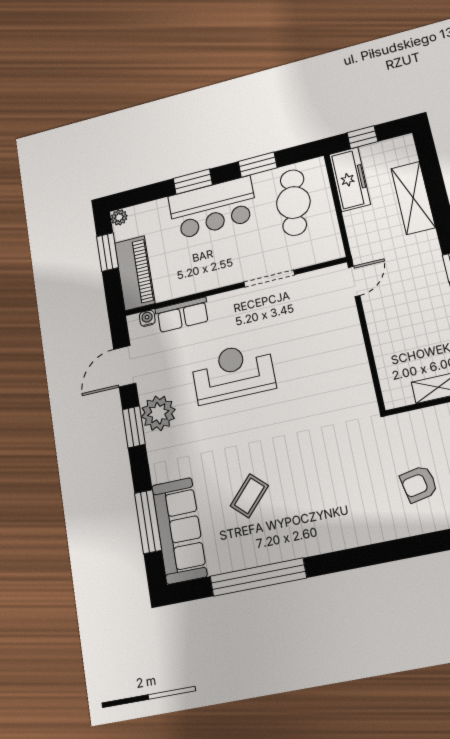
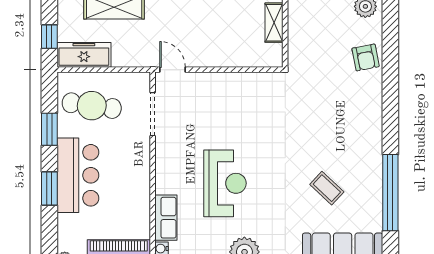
doorway: (269, 278) -> (153, 114), moved
reception desk: (233, 373) -> (225, 183), turned 180
armchair: (419, 484) -> (366, 57), moved

